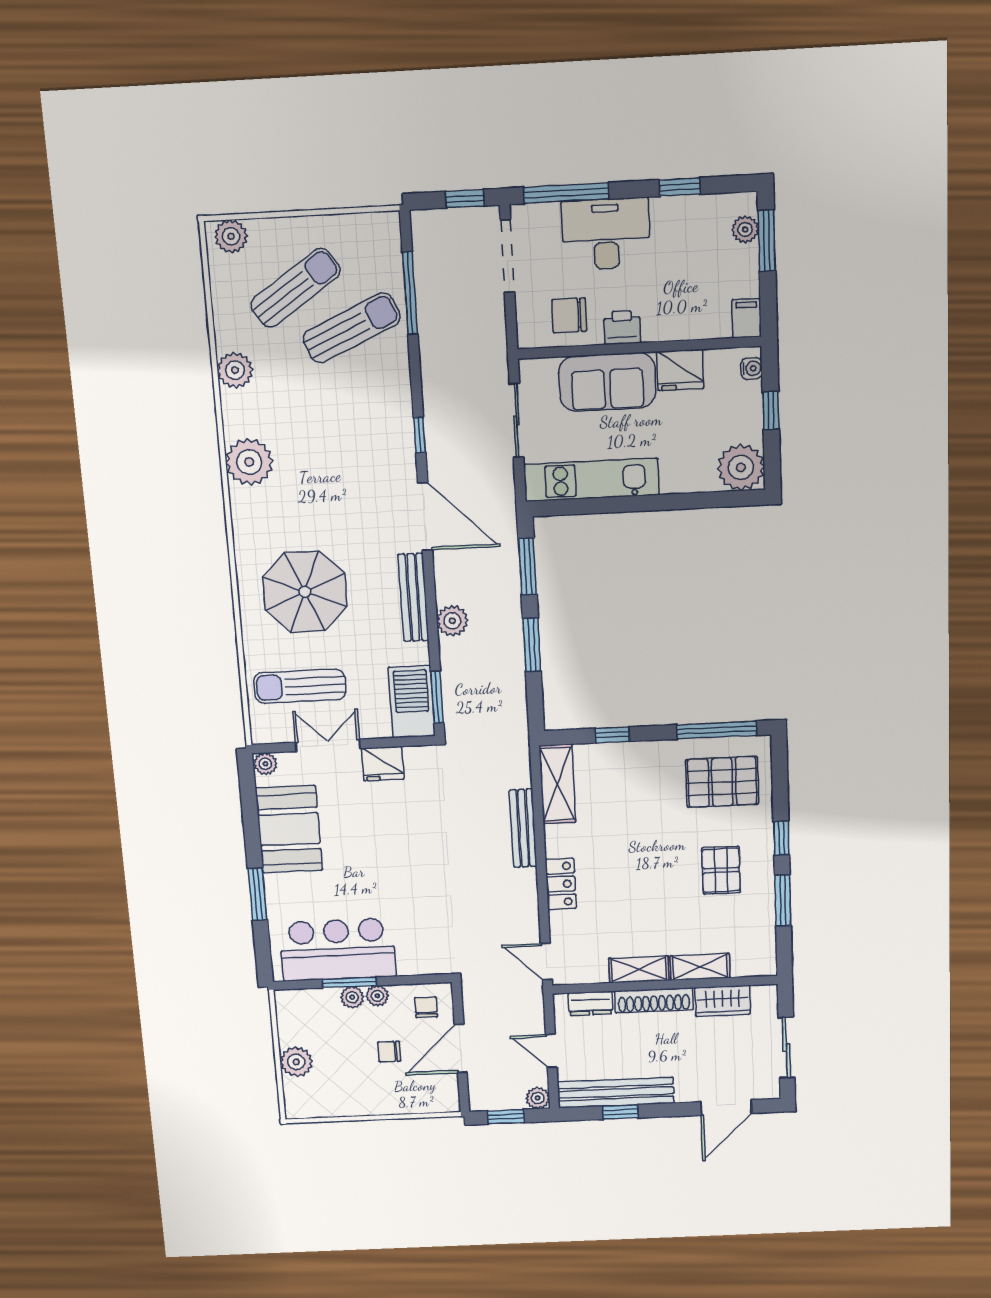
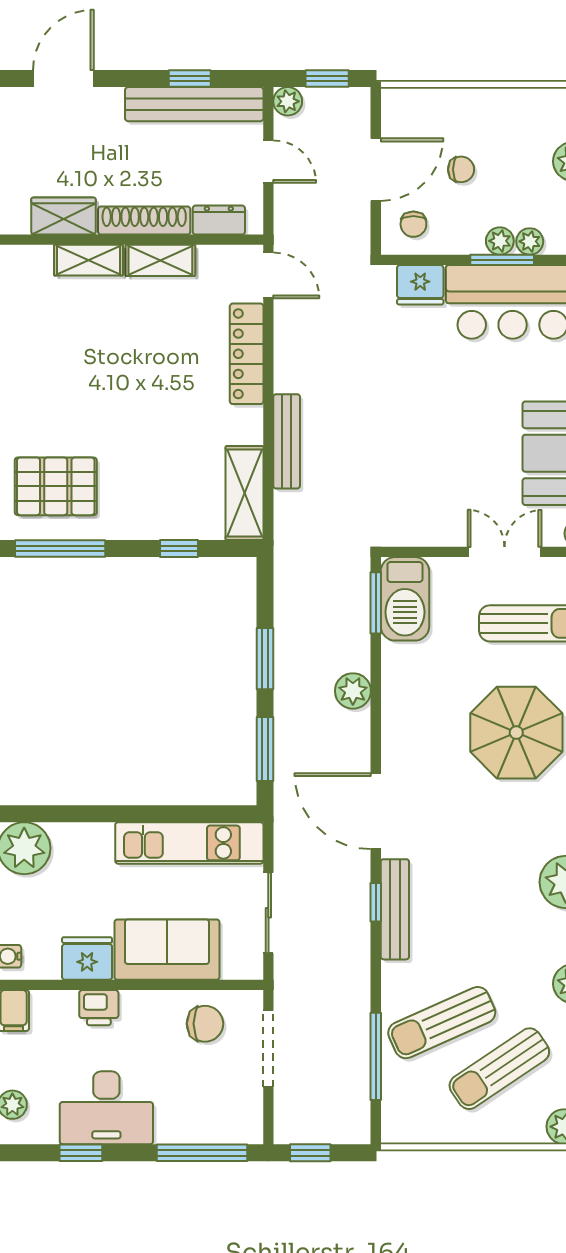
desk: (606, 234) -> (106, 1108), moved
doorway: (507, 256) -> (268, 1049), moved
printer: (622, 328) -> (99, 1008), moved
bench: (413, 597) -> (395, 909), moved
double door: (328, 745) -> (505, 552), swing flipped
fridge: (383, 764) -> (420, 285), moved, turned 180
pallet: (721, 870) -> (60, 379), removed
locker: (561, 884) -> (247, 354), width x1.53
plant: (377, 996) -> (530, 241), moved

